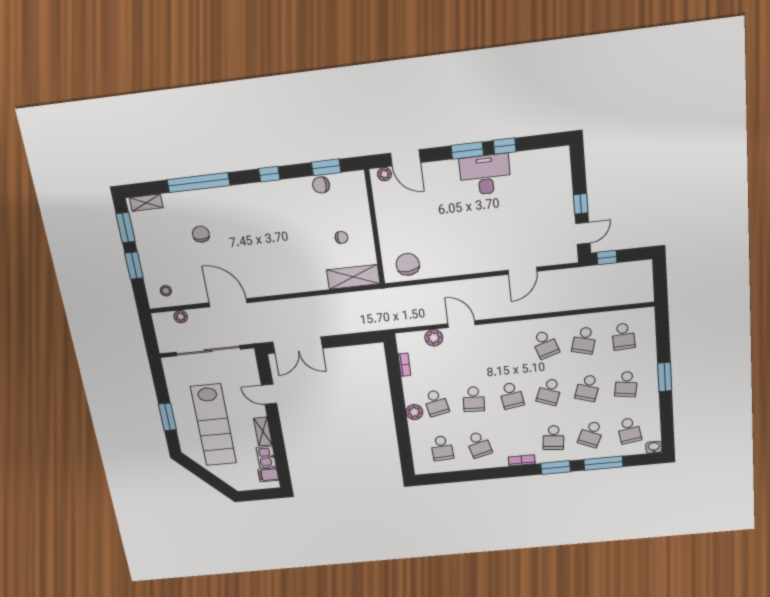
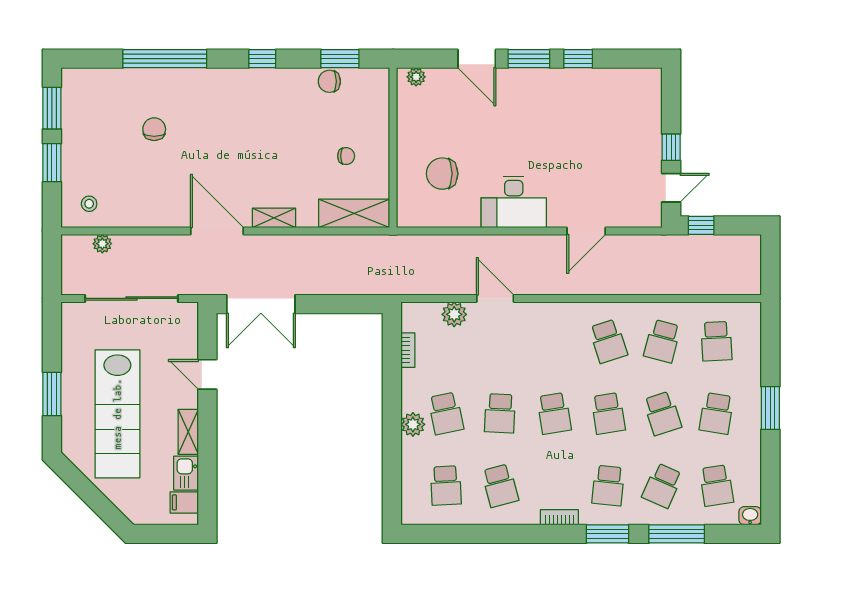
door: (405, 158) -> (477, 59), moved
desk: (485, 175) -> (514, 202), moved, turned 180
shelving: (146, 203) -> (274, 218), moved
chair: (408, 264) -> (442, 174), moved, turned -84
door: (228, 303) -> (217, 231), moved
school desk: (588, 388) -> (662, 413), turned -36
school desk: (549, 392) -> (608, 413), turned -30

